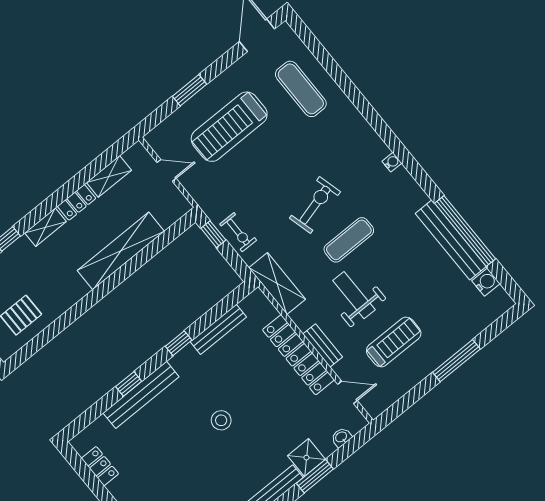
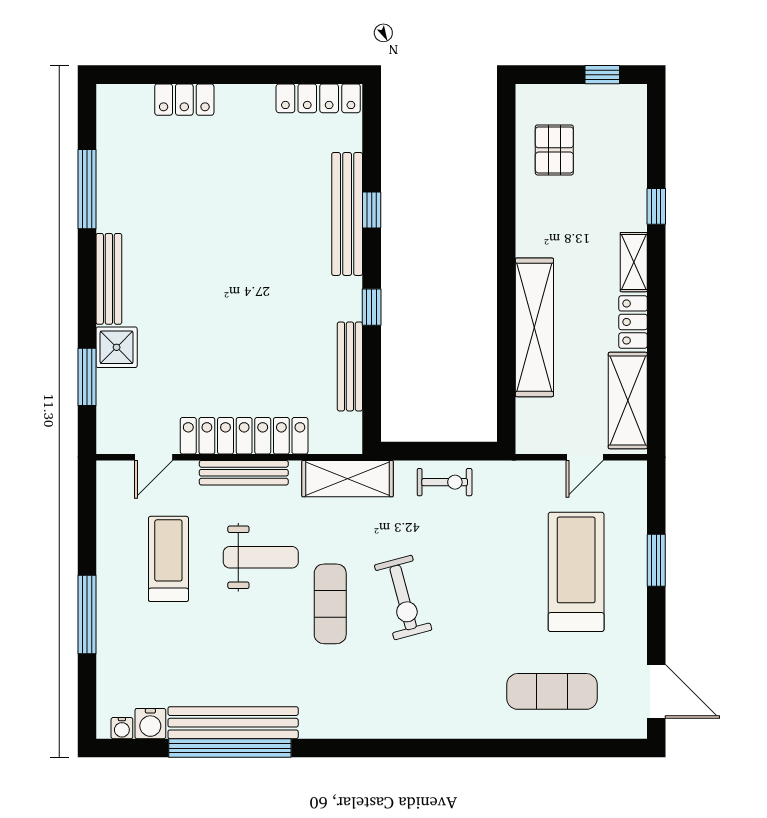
water cooler: (392, 162) -> (122, 728), moved
shelving: (109, 176) -> (628, 401), width x1.50, depth x1.33
exercise bike: (238, 232) -> (445, 482), turned 180
window: (213, 234) -> (466, 451), removed
treadmill: (394, 342) -> (168, 559), turned 180
bench: (323, 346) -> (244, 473), width x1.36
stool: (221, 420) -> (241, 283), removed
washbasin: (341, 437) -> (107, 407), removed
locker: (100, 466) -> (318, 98), width x1.53
window: (315, 476) -> (87, 377), moved

